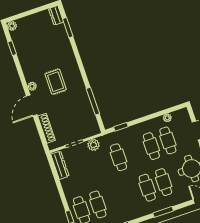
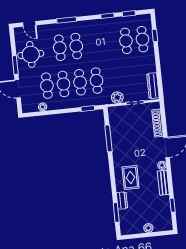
dresser: (56, 15) -> (122, 201), moved
plant: (12, 26) -> (148, 228), moved
bench: (27, 69) -> (163, 183), added
rug: (56, 82) -> (131, 177), moved
cafe table: (135, 152) -> (80, 82), added

